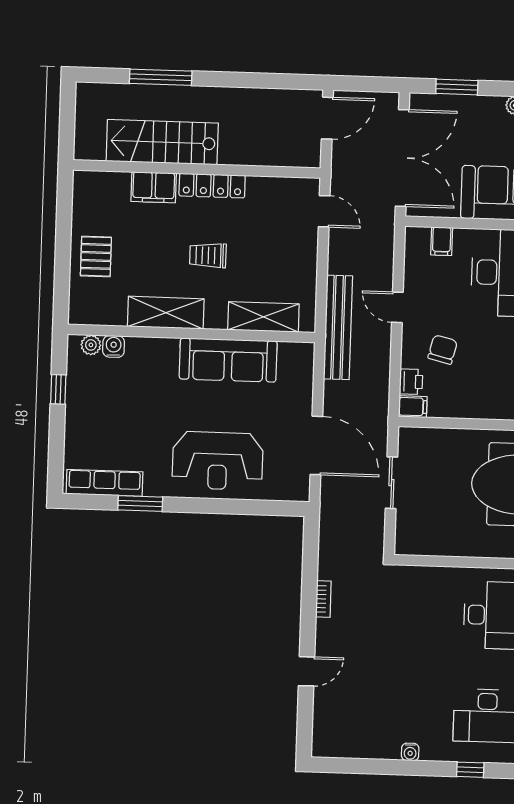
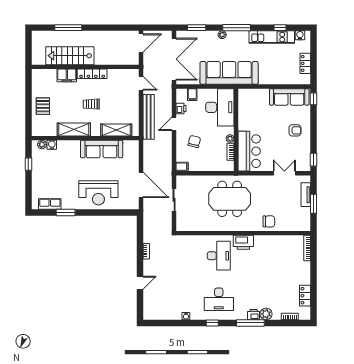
door: (397, 307) -> (174, 124), hinge flipped
bench: (338, 327) -> (149, 117), moved
printer: (411, 382) -> (181, 109), moved
row of seats: (104, 483) -> (50, 204), width x0.68

